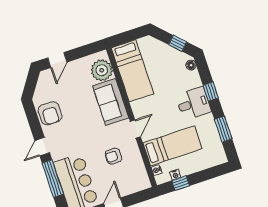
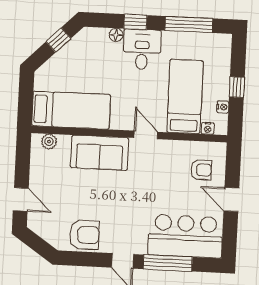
floor lamp: (191, 65) -> (116, 35), moved
plant: (102, 70) -> (49, 142), width x0.53, depth x0.53
window: (223, 129) -> (189, 24), width x1.44
armchair: (113, 156) -> (201, 170), moved, turned -90
window: (181, 183) -> (237, 87), moved

